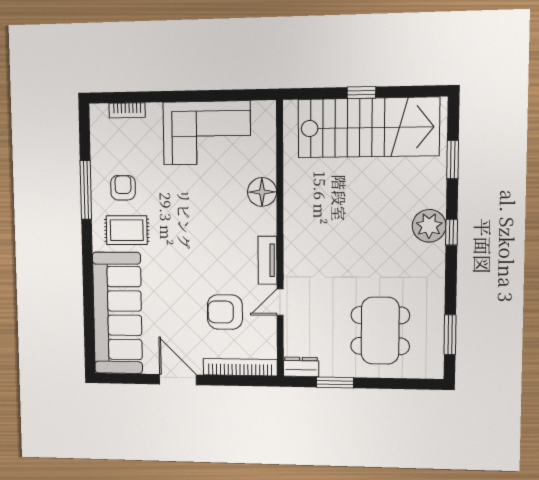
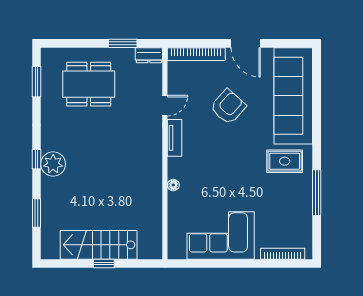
bookcase: (127, 110) -> (283, 254), width x1.56
stairs: (368, 128) -> (99, 245), width x0.73, depth x0.66
armchair: (123, 188) -> (287, 194), removed
floor lamp: (262, 192) -> (173, 185), width x0.53, depth x0.53
armchair: (225, 312) -> (228, 107), moved, turned -48
dining table: (380, 331) -> (89, 84), turned 90

